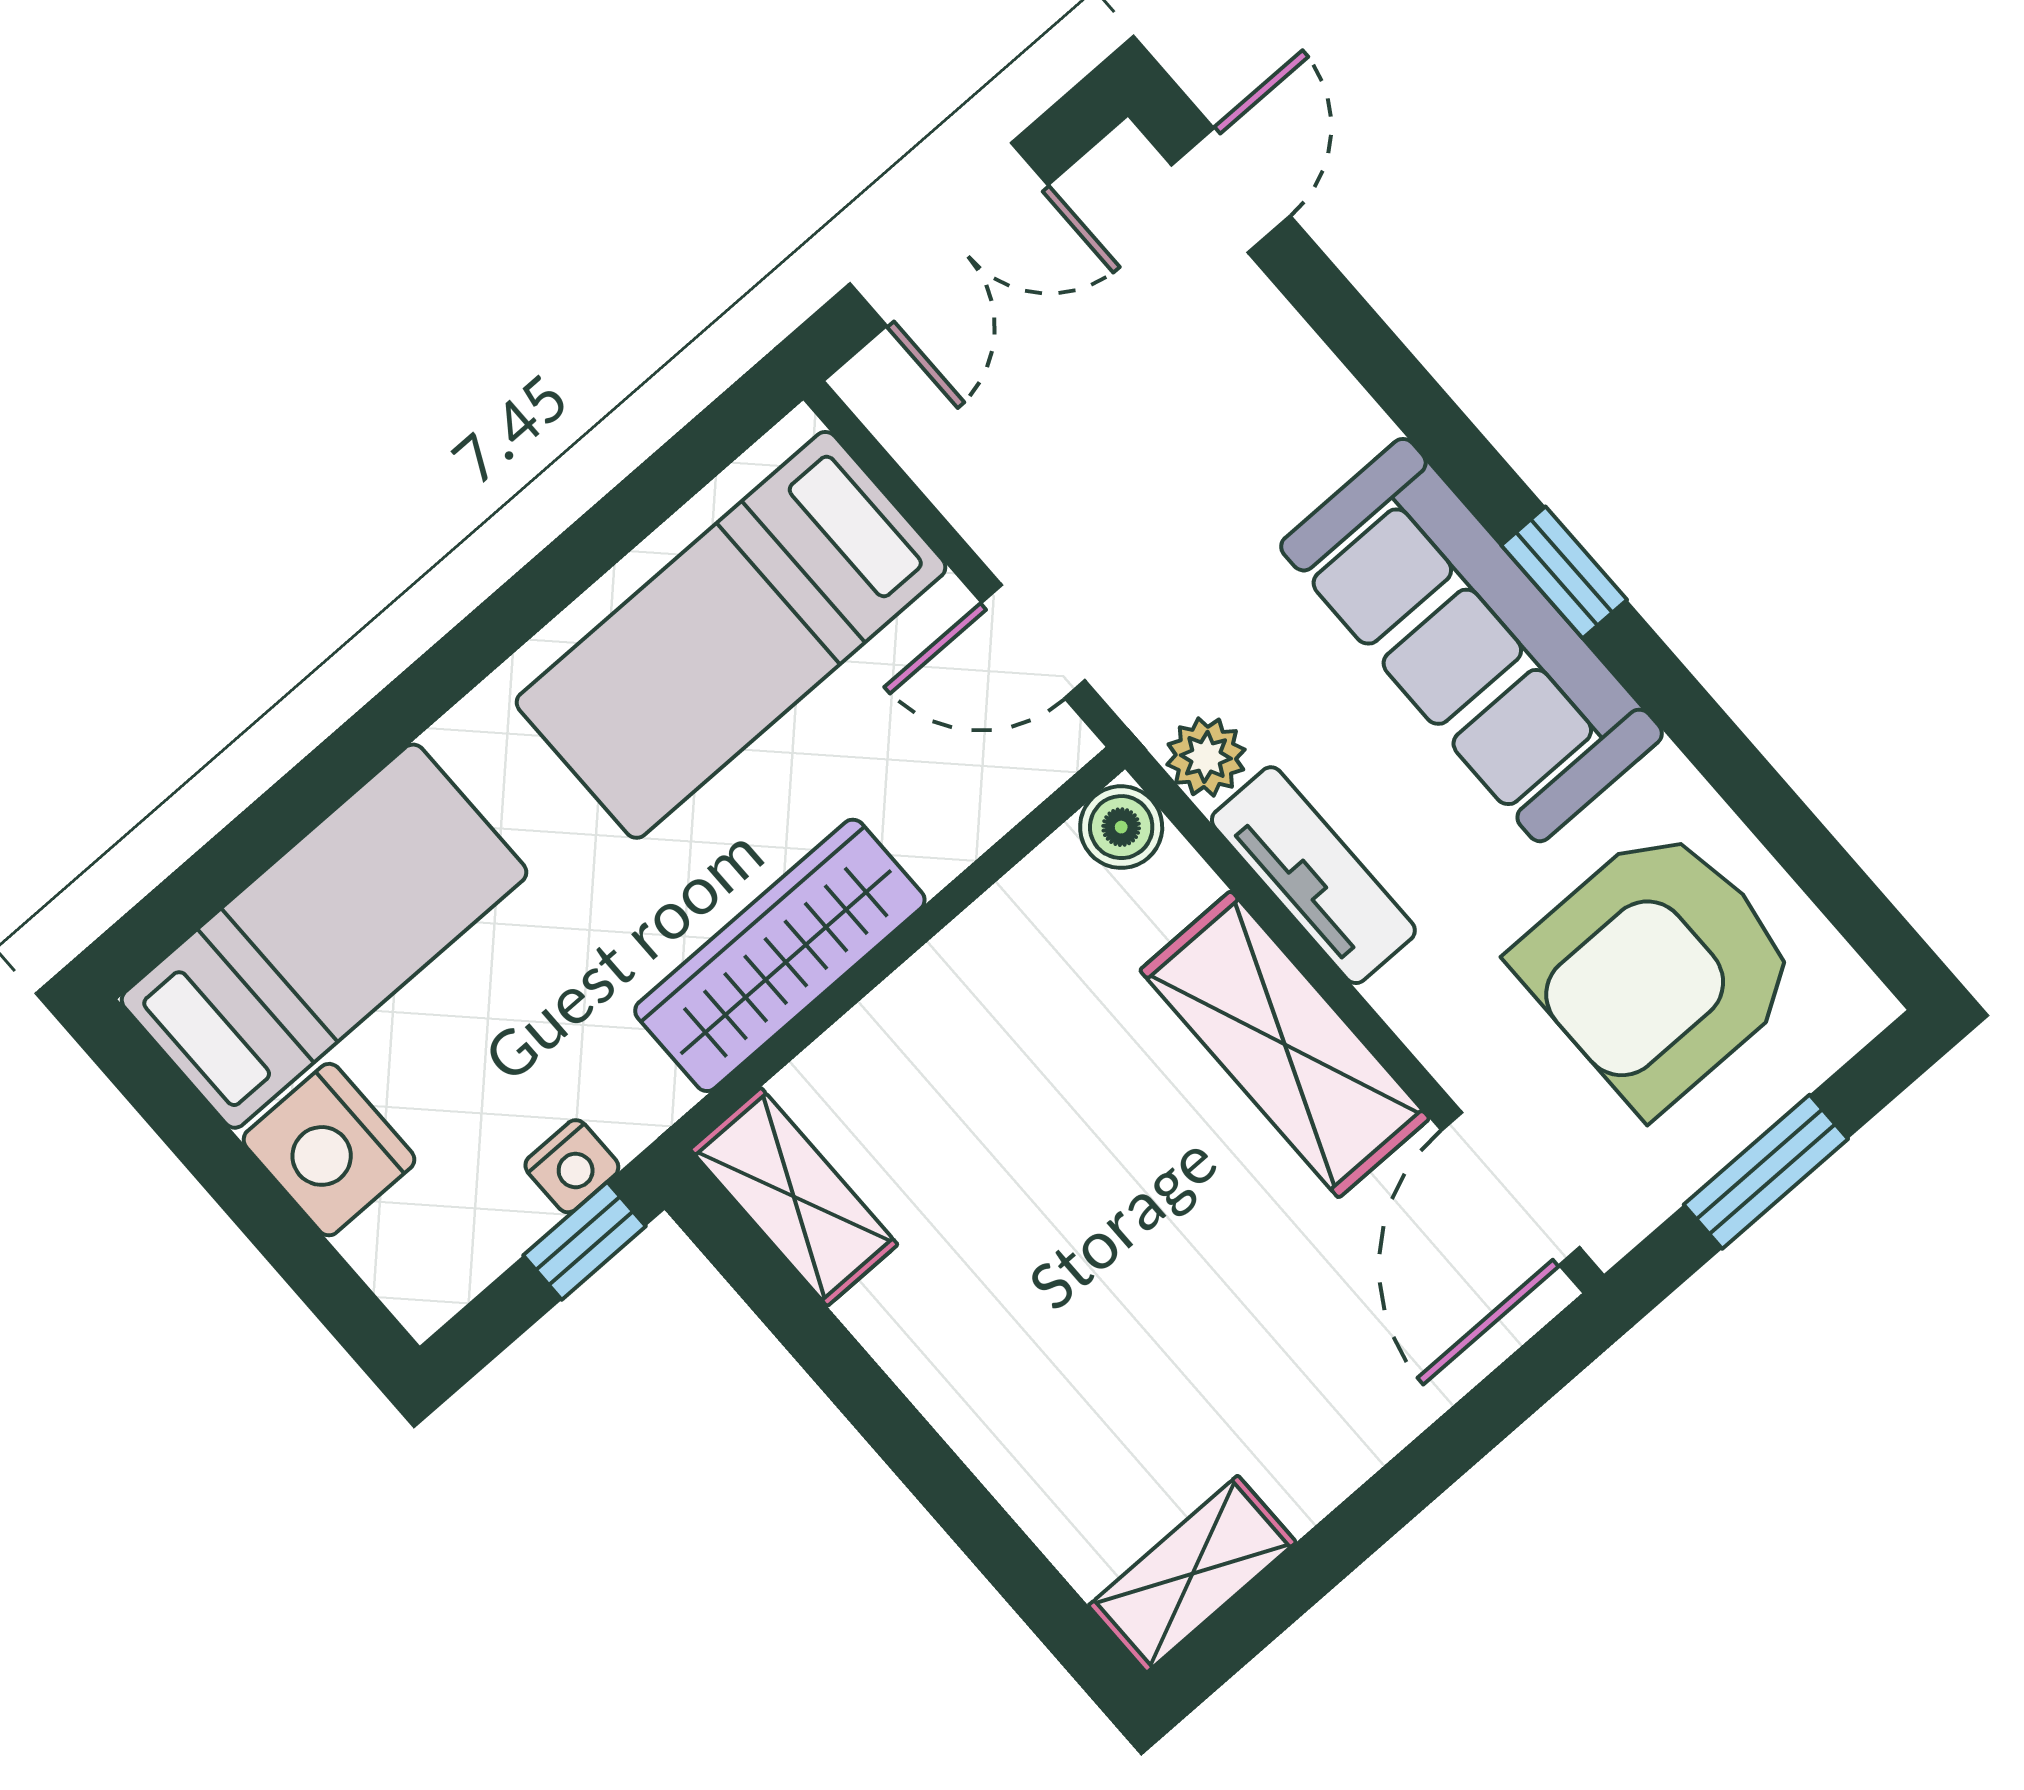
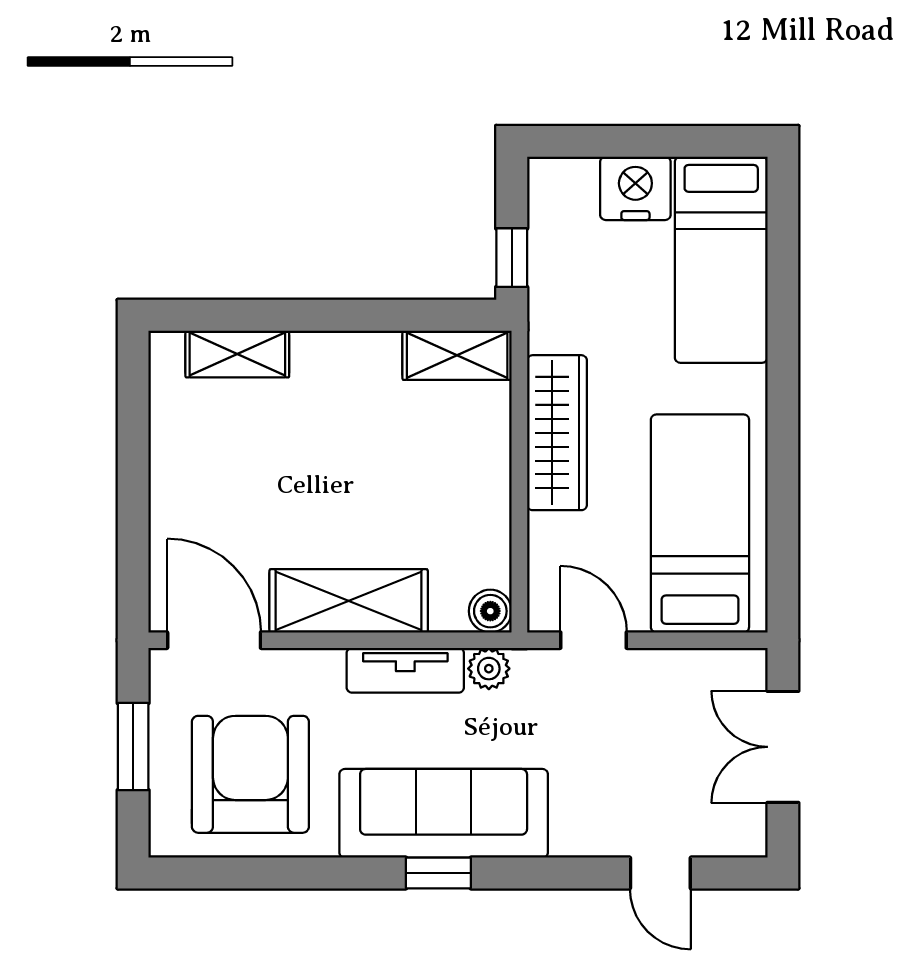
door: (1231, 190) -> (660, 873), moved
door: (1033, 642) -> (594, 640), hinge flipped
nightstand: (572, 1166) -> (545, 278), removed
shelving: (1192, 1574) -> (237, 354), moved, turned 90

